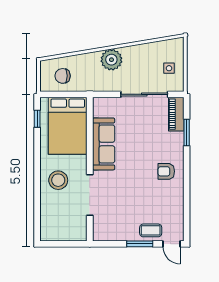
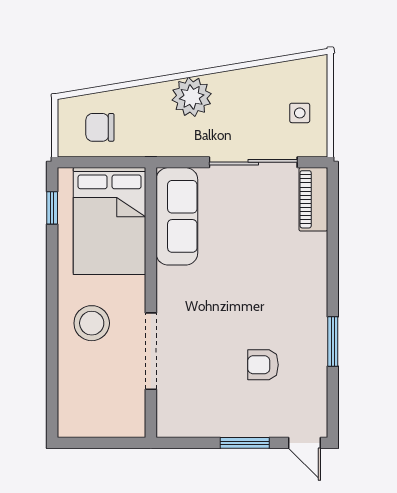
window: (187, 133) -> (333, 342), moved
sofa: (104, 144) -> (177, 216), moved
armchair: (166, 171) -> (263, 365), moved
coffee table: (151, 230) -> (265, 417), removed

